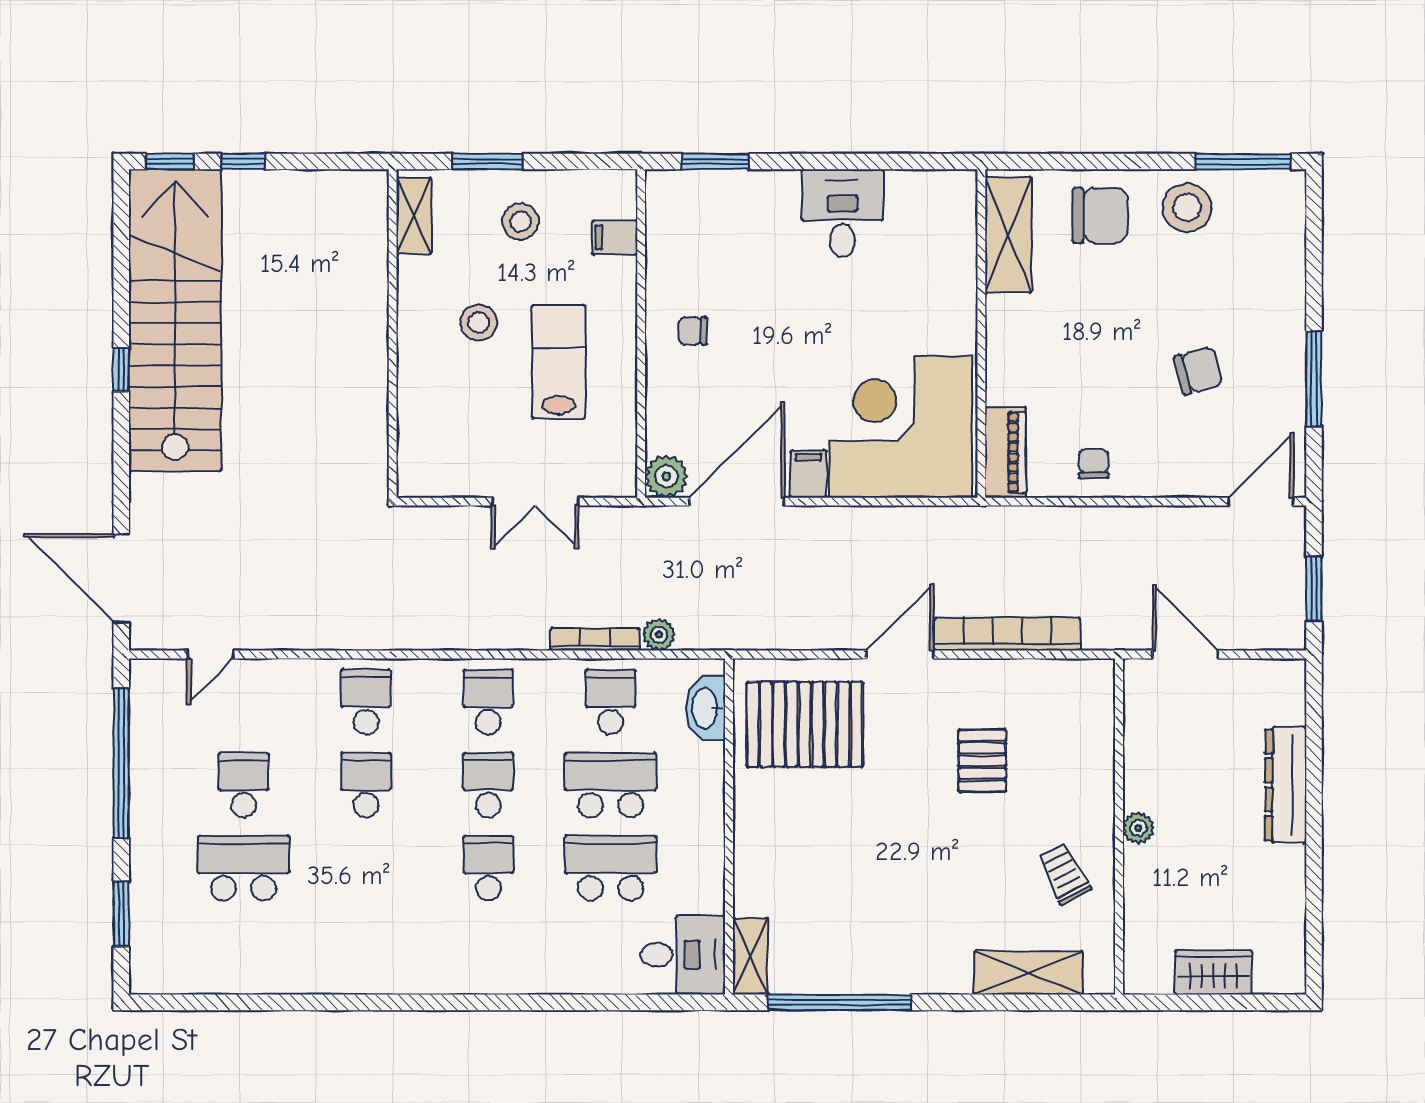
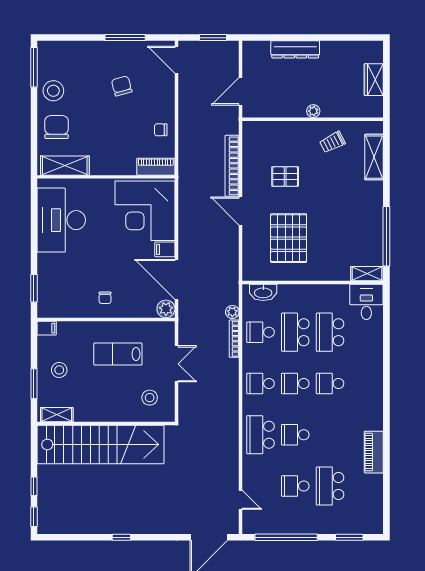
desk: (842, 213) -> (61, 220), width x1.87, depth x1.30
filing cabinet: (615, 237) -> (47, 328), moved, turned -90
stairs: (175, 320) -> (100, 444), moved, turned 180
stool: (479, 323) -> (150, 398), moved
school desk: (366, 702) -> (260, 435), width x1.85
pallet: (805, 724) -> (289, 238), moved
piano: (325, 972) -> (374, 452), added

